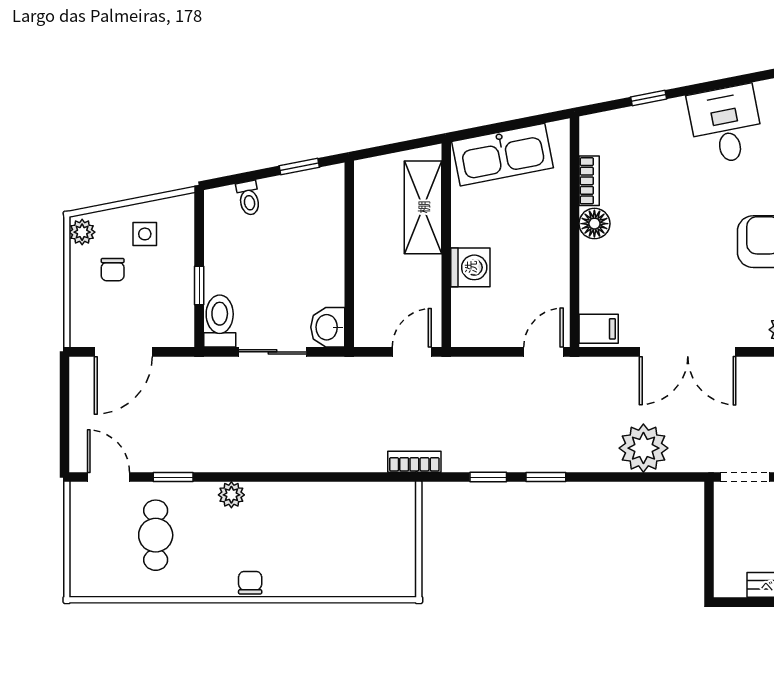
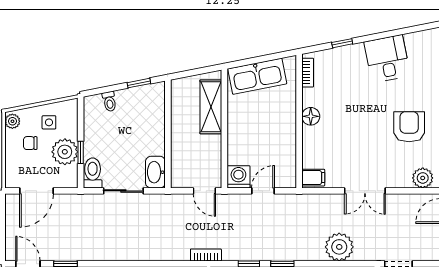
bookcase: (589, 181) -> (308, 73), moved
washing machine: (470, 267) -> (238, 177), moved, turned -90
chair: (113, 270) -> (30, 143), turned 90
plant: (172, 285) -> (65, 152), added
washbasin: (328, 327) -> (155, 172), width x1.38
door: (412, 352) -> (204, 191), swing flipped
door: (543, 352) -> (263, 191), moved
double door: (688, 352) -> (365, 191), width x0.73

